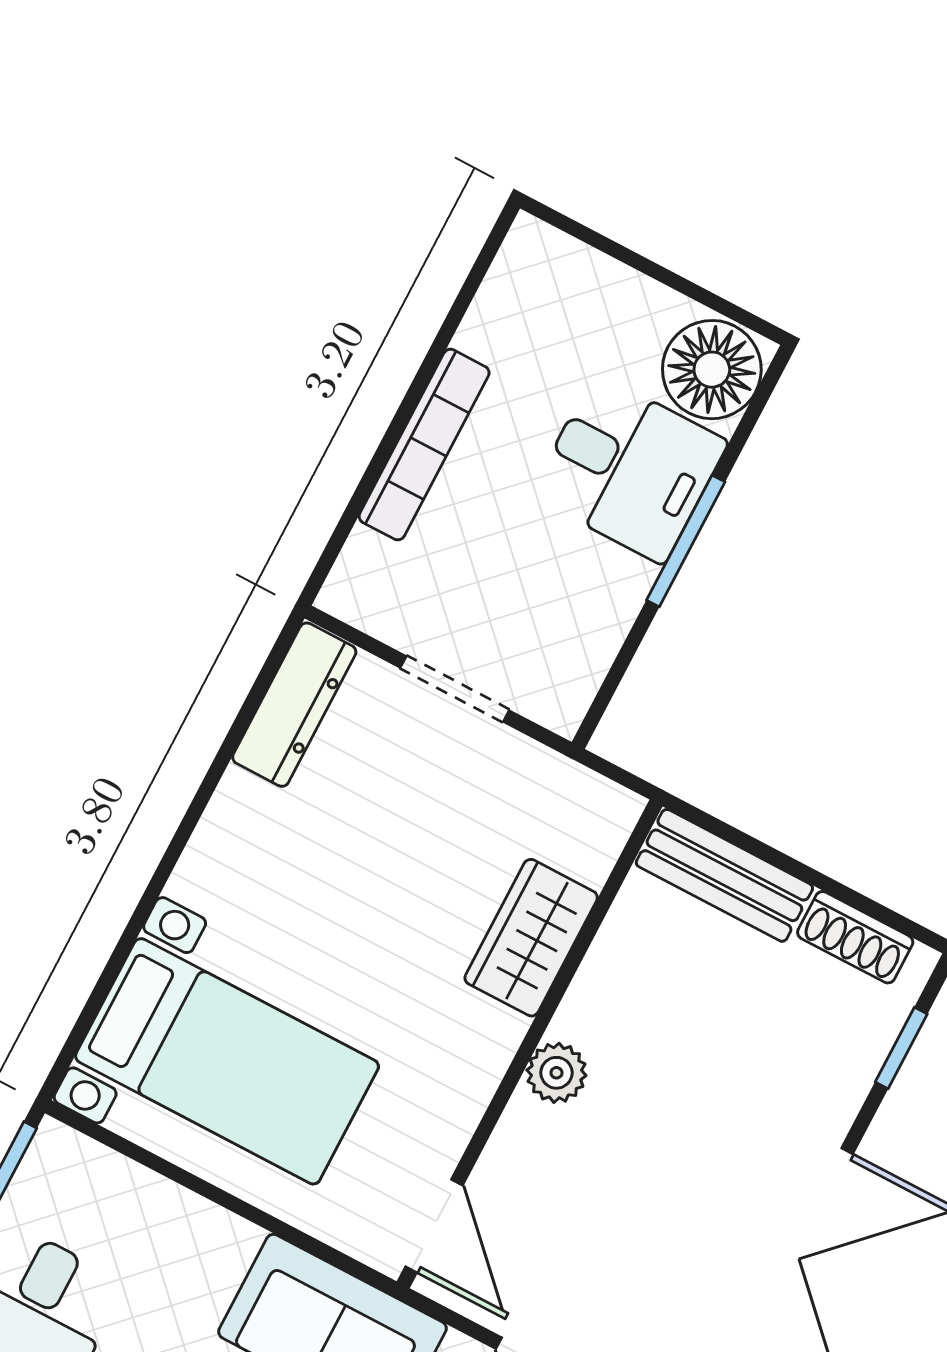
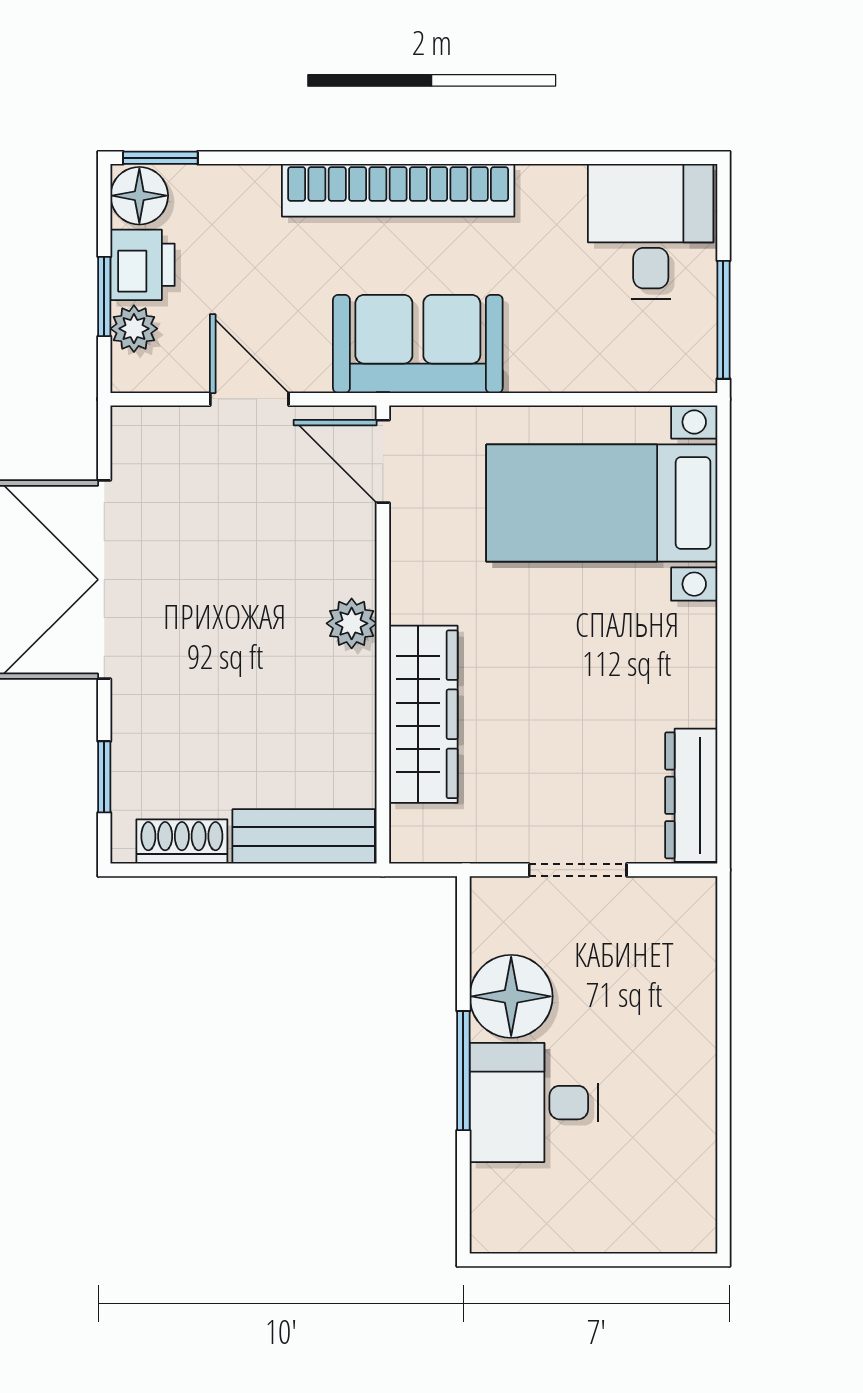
floor lamp: (712, 370) -> (511, 996), moved
bookcase: (424, 445) -> (696, 1040), removed
wardrobe: (531, 938) -> (423, 714), width x1.50

